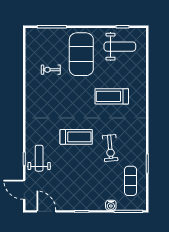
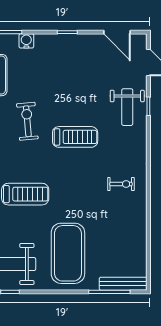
bench: (42, 33) -> (123, 284), added
exercise bike: (51, 70) -> (121, 184), moved
treadmill: (76, 137) -> (75, 137), turned 180

